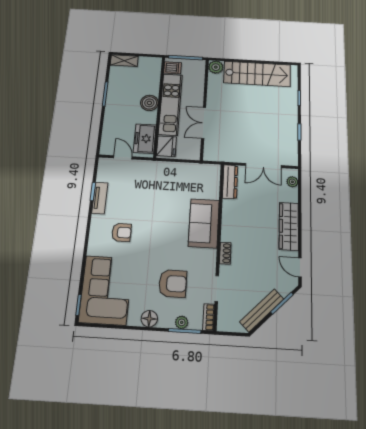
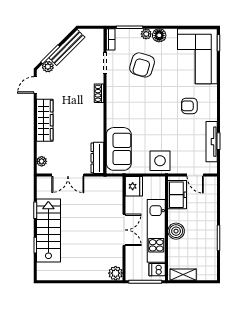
shelving: (124, 61) -> (183, 275), moved
stairs: (257, 74) -> (48, 230), moved, turned 90
double door: (204, 123) -> (124, 230), moved
fridge: (166, 146) -> (134, 186), moved, turned 180
double door: (263, 166) -> (68, 175), swing flipped
side table: (160, 175) -> (160, 161), added
tv unit: (100, 198) -> (212, 142), width x1.41
sofa: (204, 223) -> (119, 149), moved
door: (300, 267) -> (35, 85), swing flipped
armchair: (173, 284) -> (142, 65), turned -73
plant: (285, 288) -> (48, 67), added
plant: (182, 322) -> (146, 34), moved

